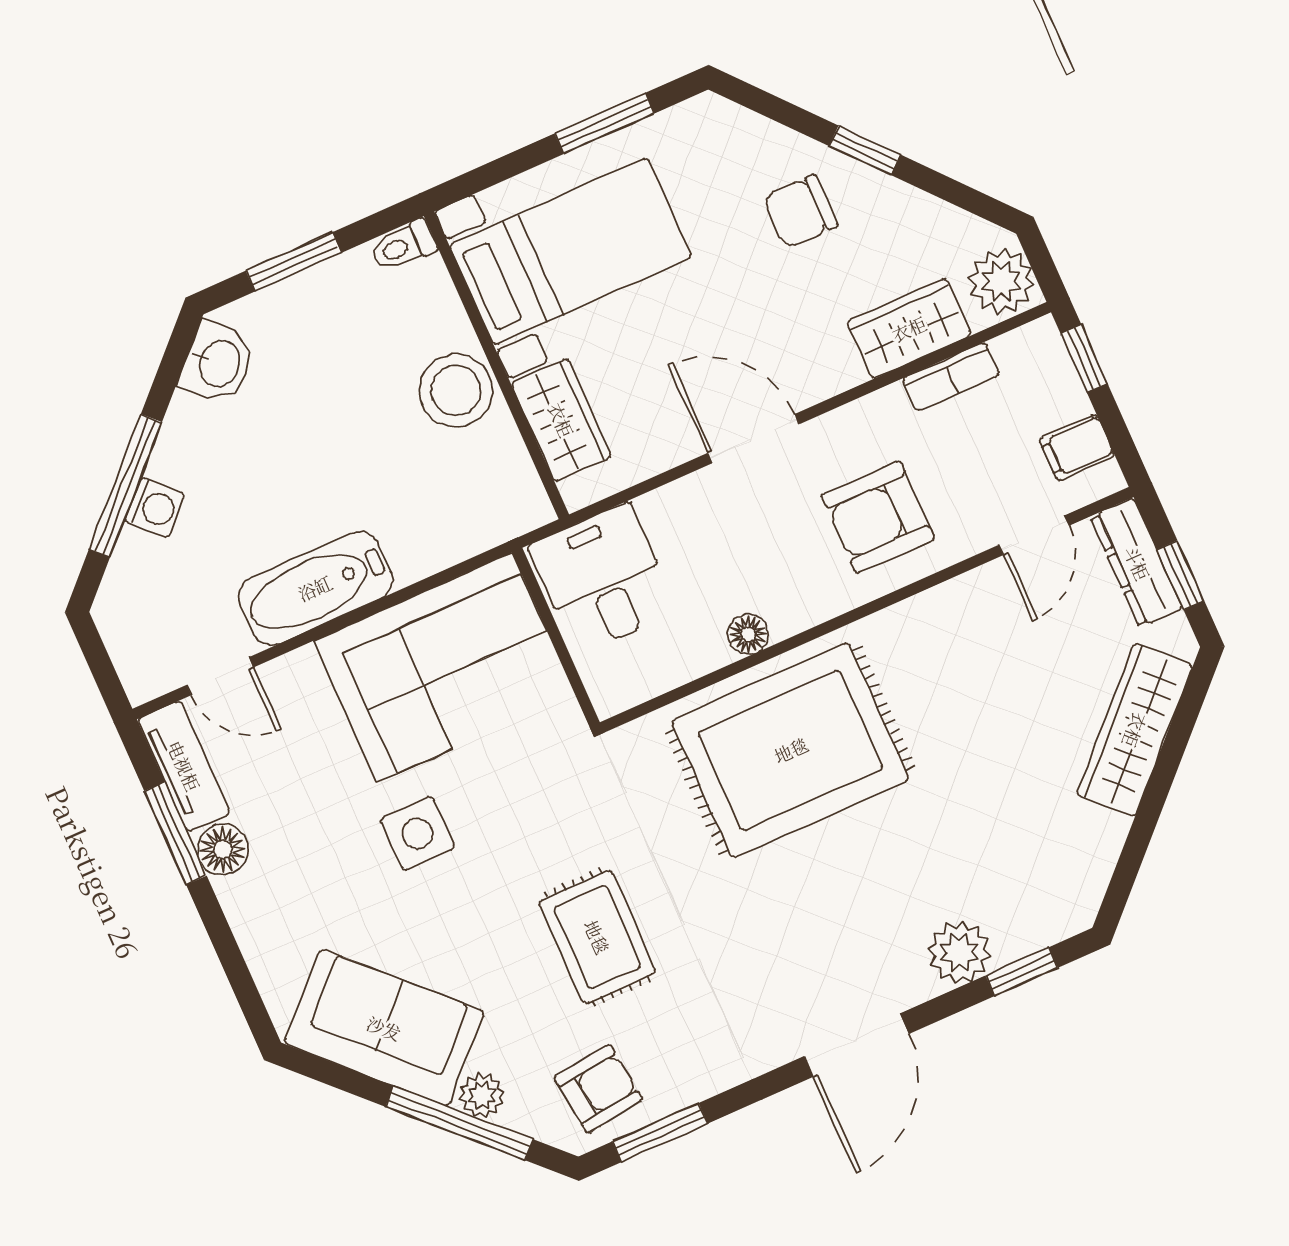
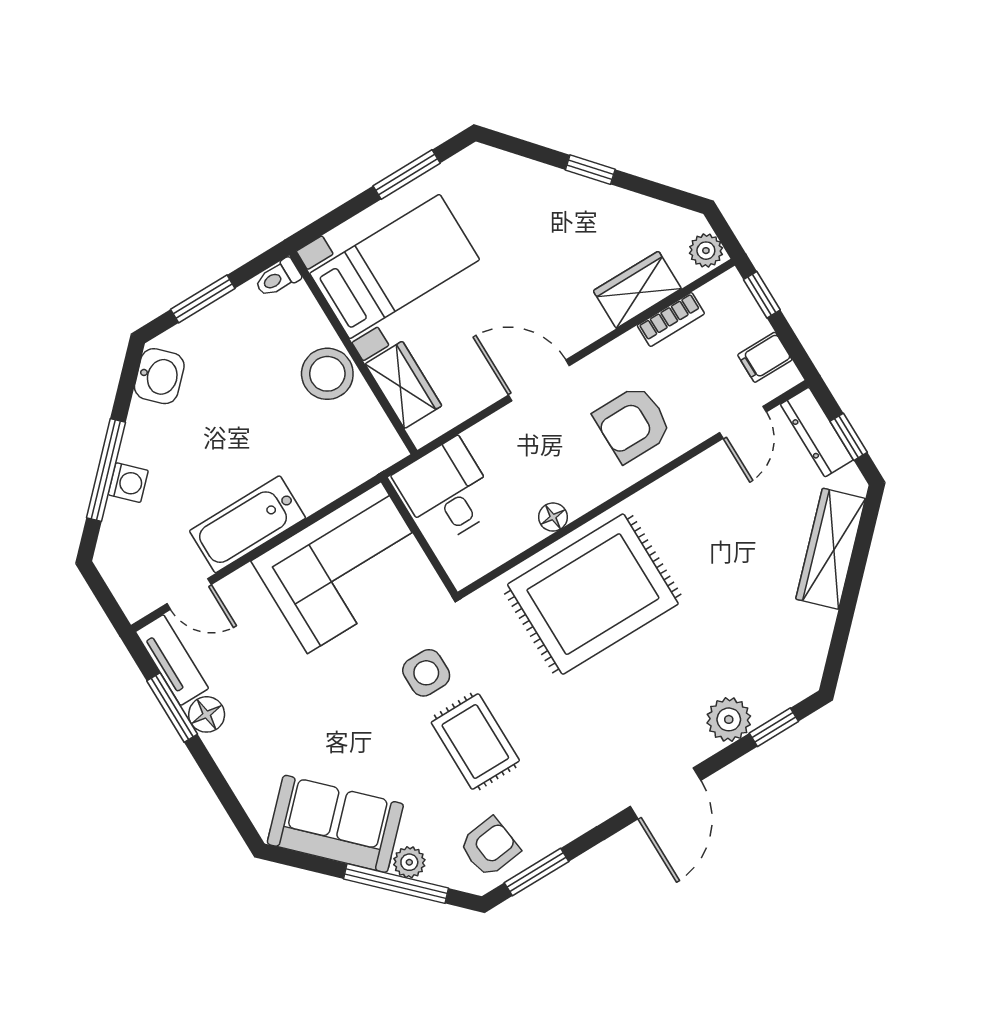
chair: (800, 211) -> (551, 218), removed
plant: (1001, 281) -> (706, 251), width x0.73, depth x0.73
side table: (418, 833) -> (426, 673), moved

